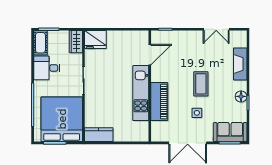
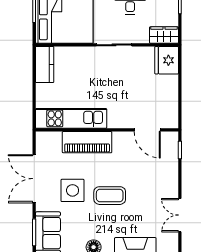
kitchen unit: (141, 93) -> (71, 118), moved
side table: (197, 113) -> (73, 190), width x1.87, depth x1.87

